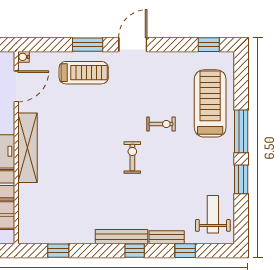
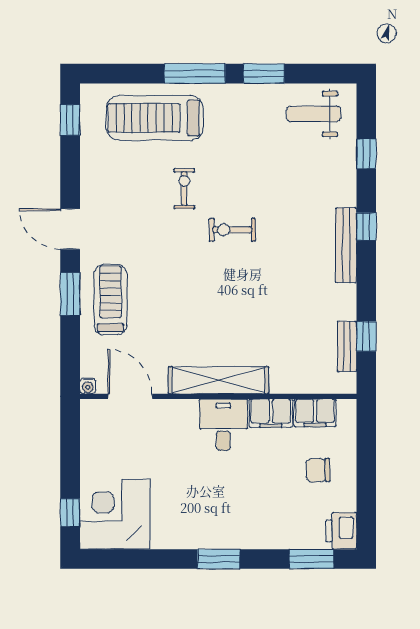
bench: (167, 237) -> (347, 346), moved

